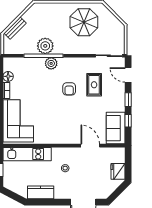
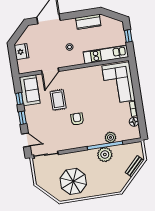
plant: (51, 63) -> (110, 137), moved
rug: (94, 85) -> (58, 100), moved
door: (90, 146) -> (50, 71), hinge flipped

